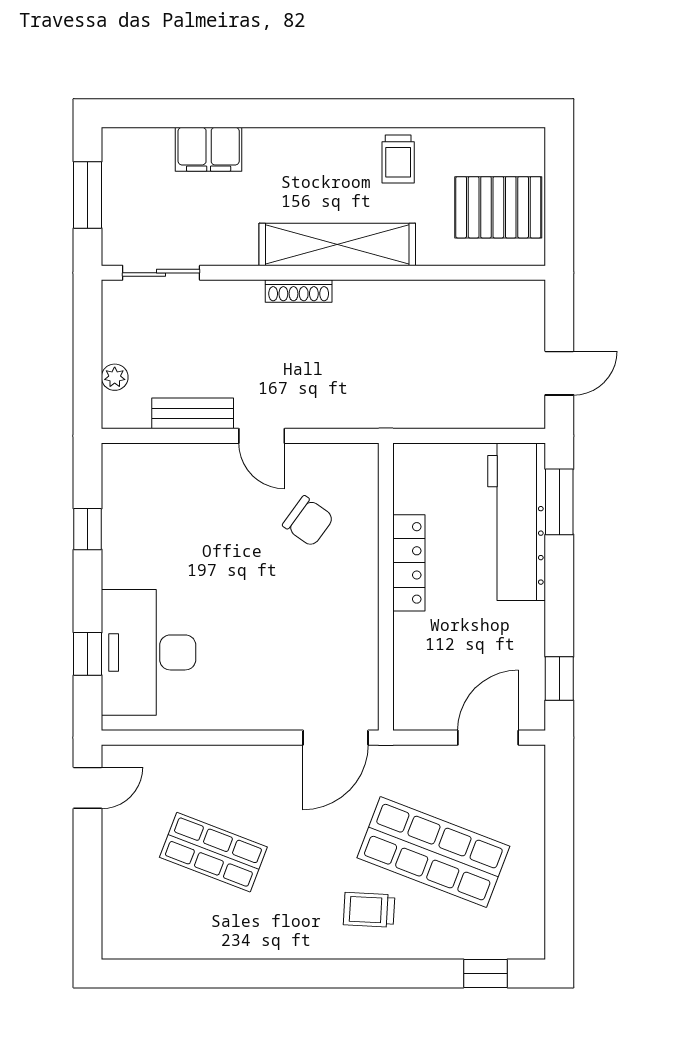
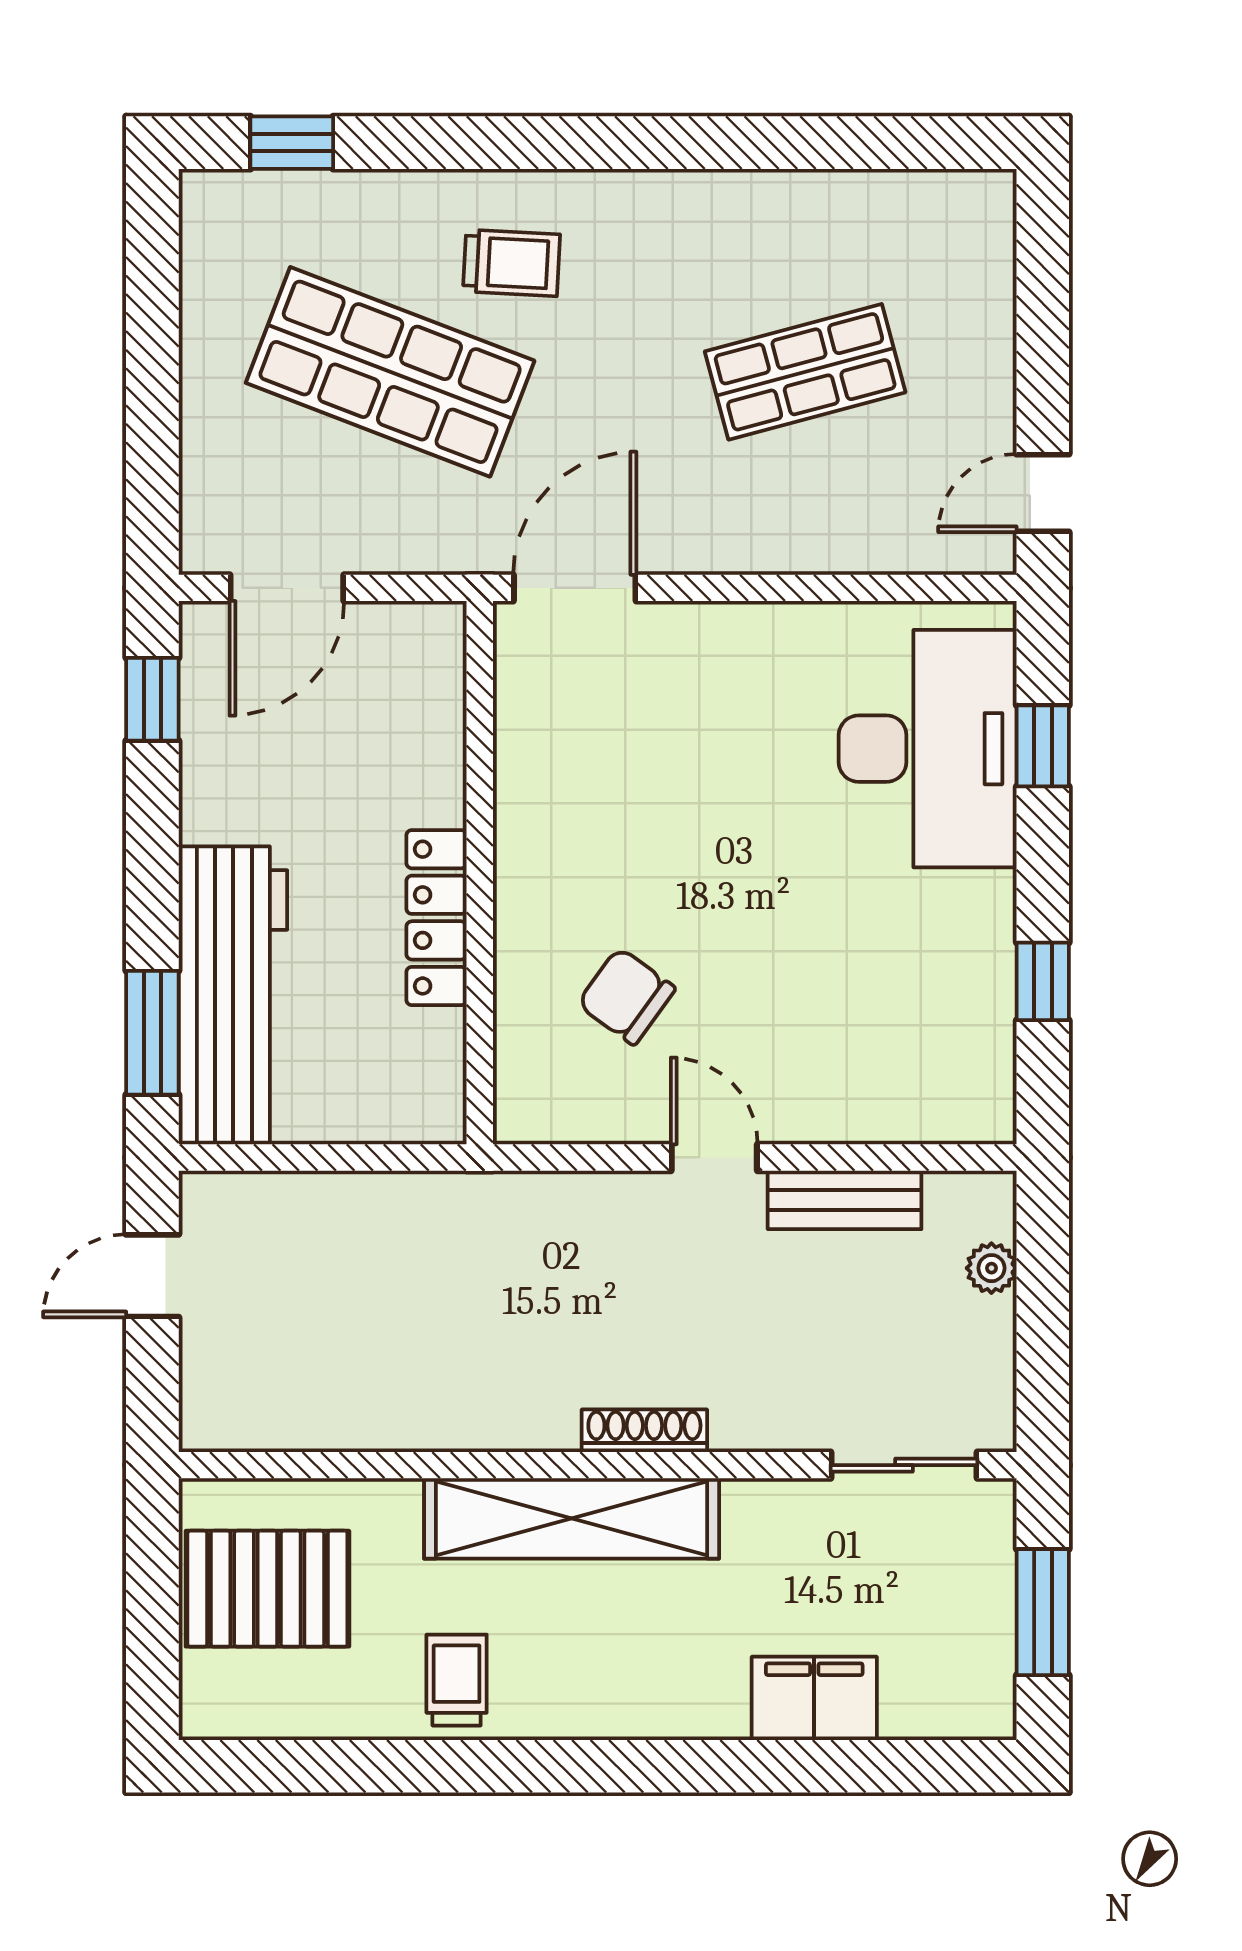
shop shelf: (213, 852) -> (805, 372), turned -36

